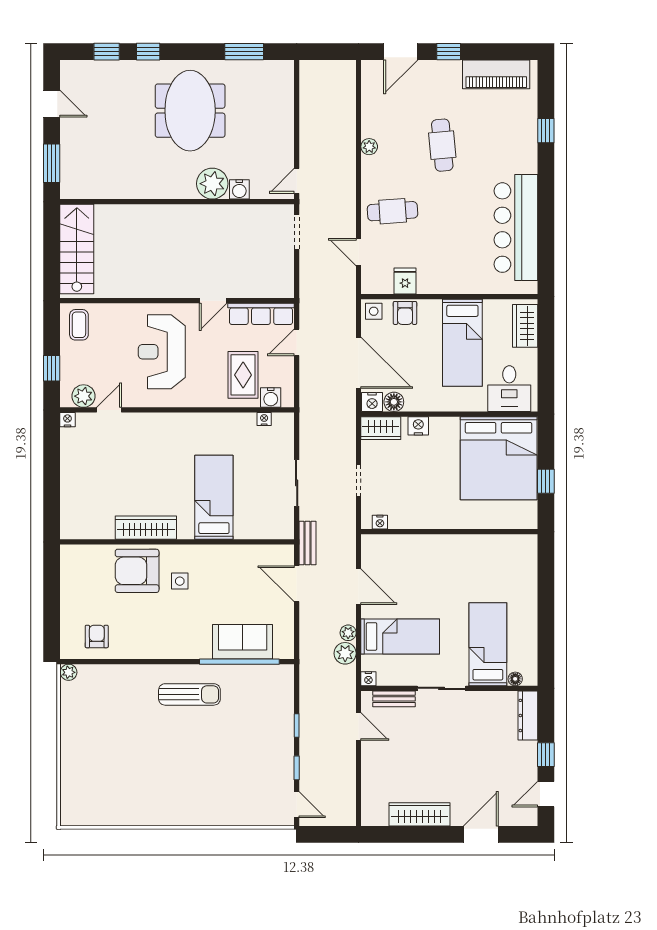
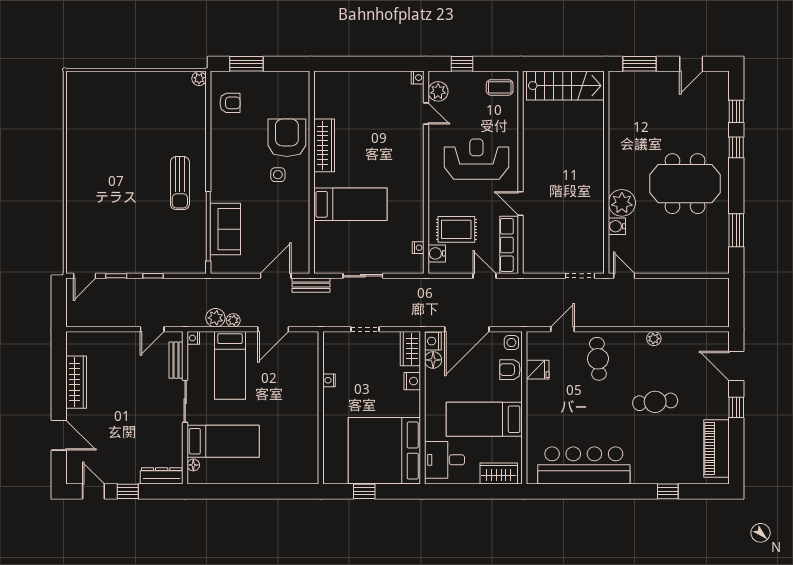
nightstand: (380, 522) -> (329, 380), moved
window: (52, 618) -> (246, 64), added

